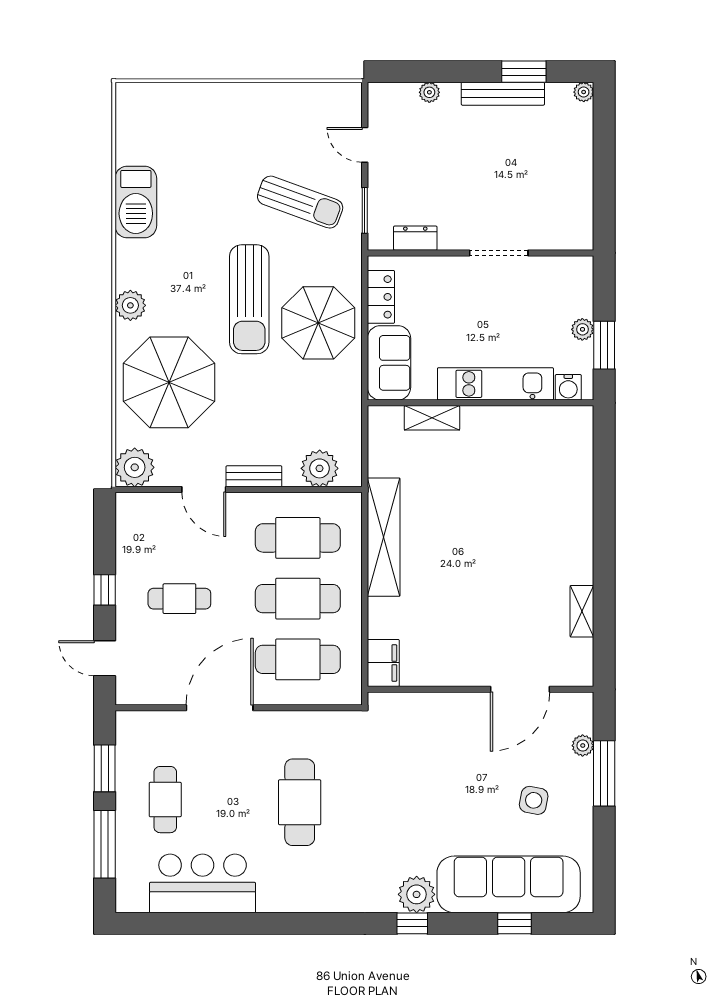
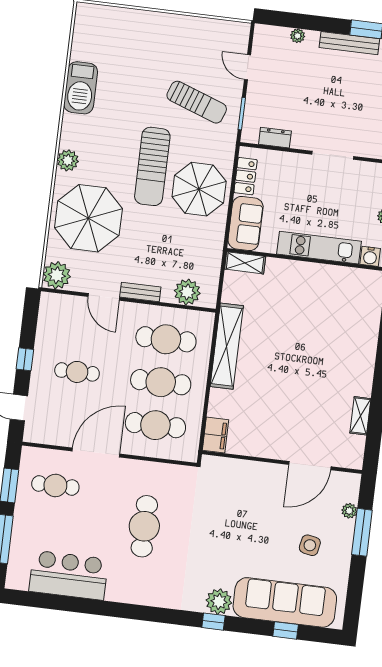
shelving: (432, 418) -> (245, 263), moved
cafe table: (165, 800) -> (55, 486), moved, turned 90

